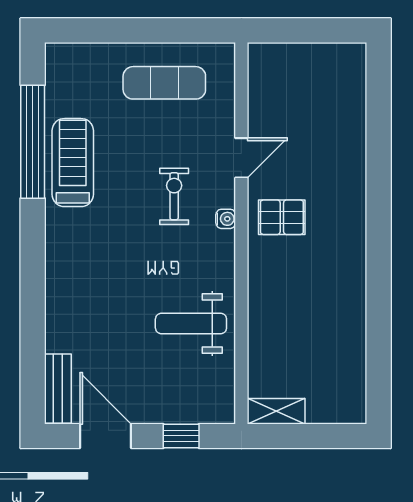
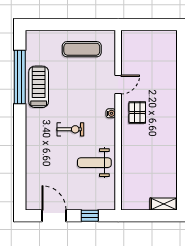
exercise bike: (174, 196) -> (70, 129), moved, turned 90
pallet: (282, 217) -> (137, 113), turned 90
bench: (58, 389) -> (32, 193), removed
shelving: (276, 411) -> (164, 204), moved

